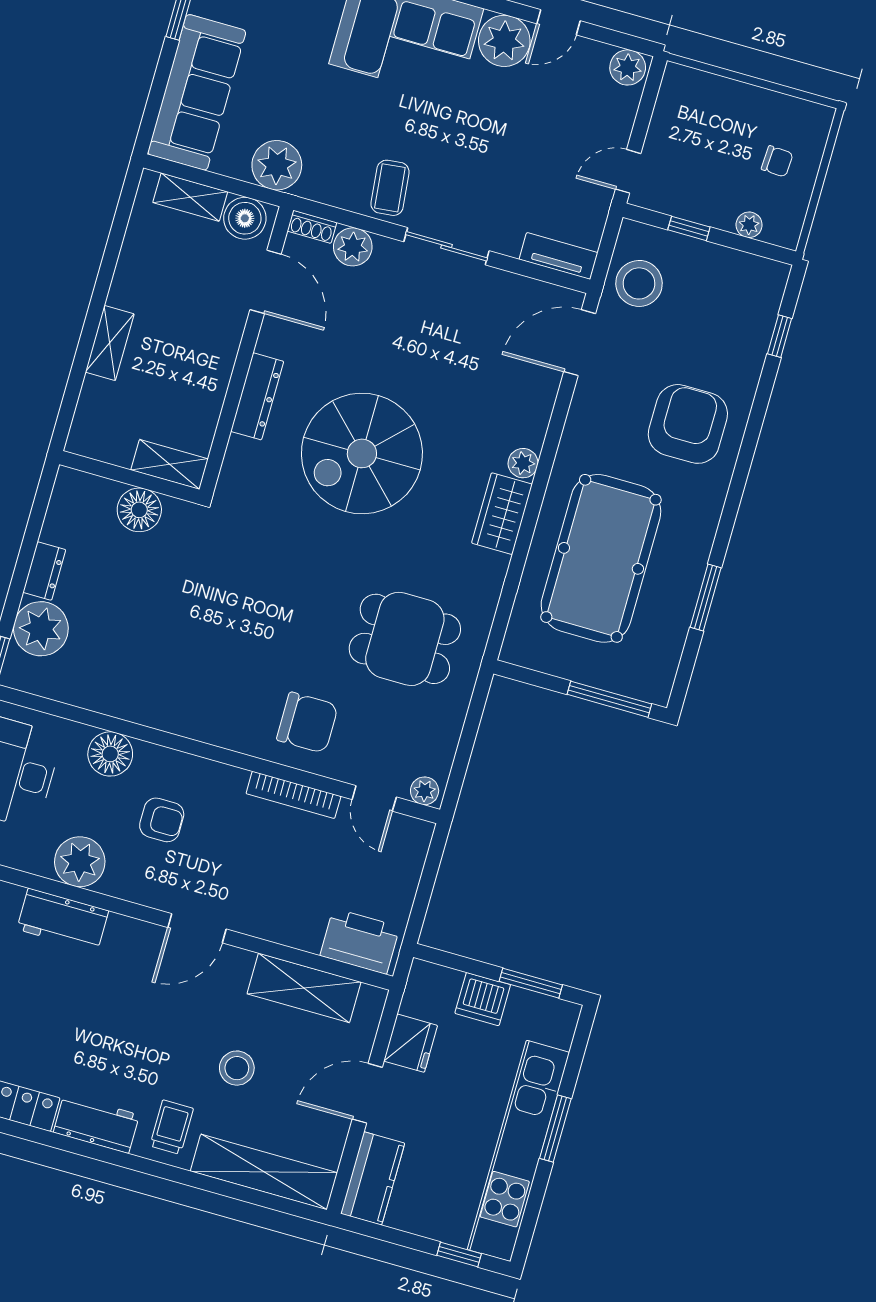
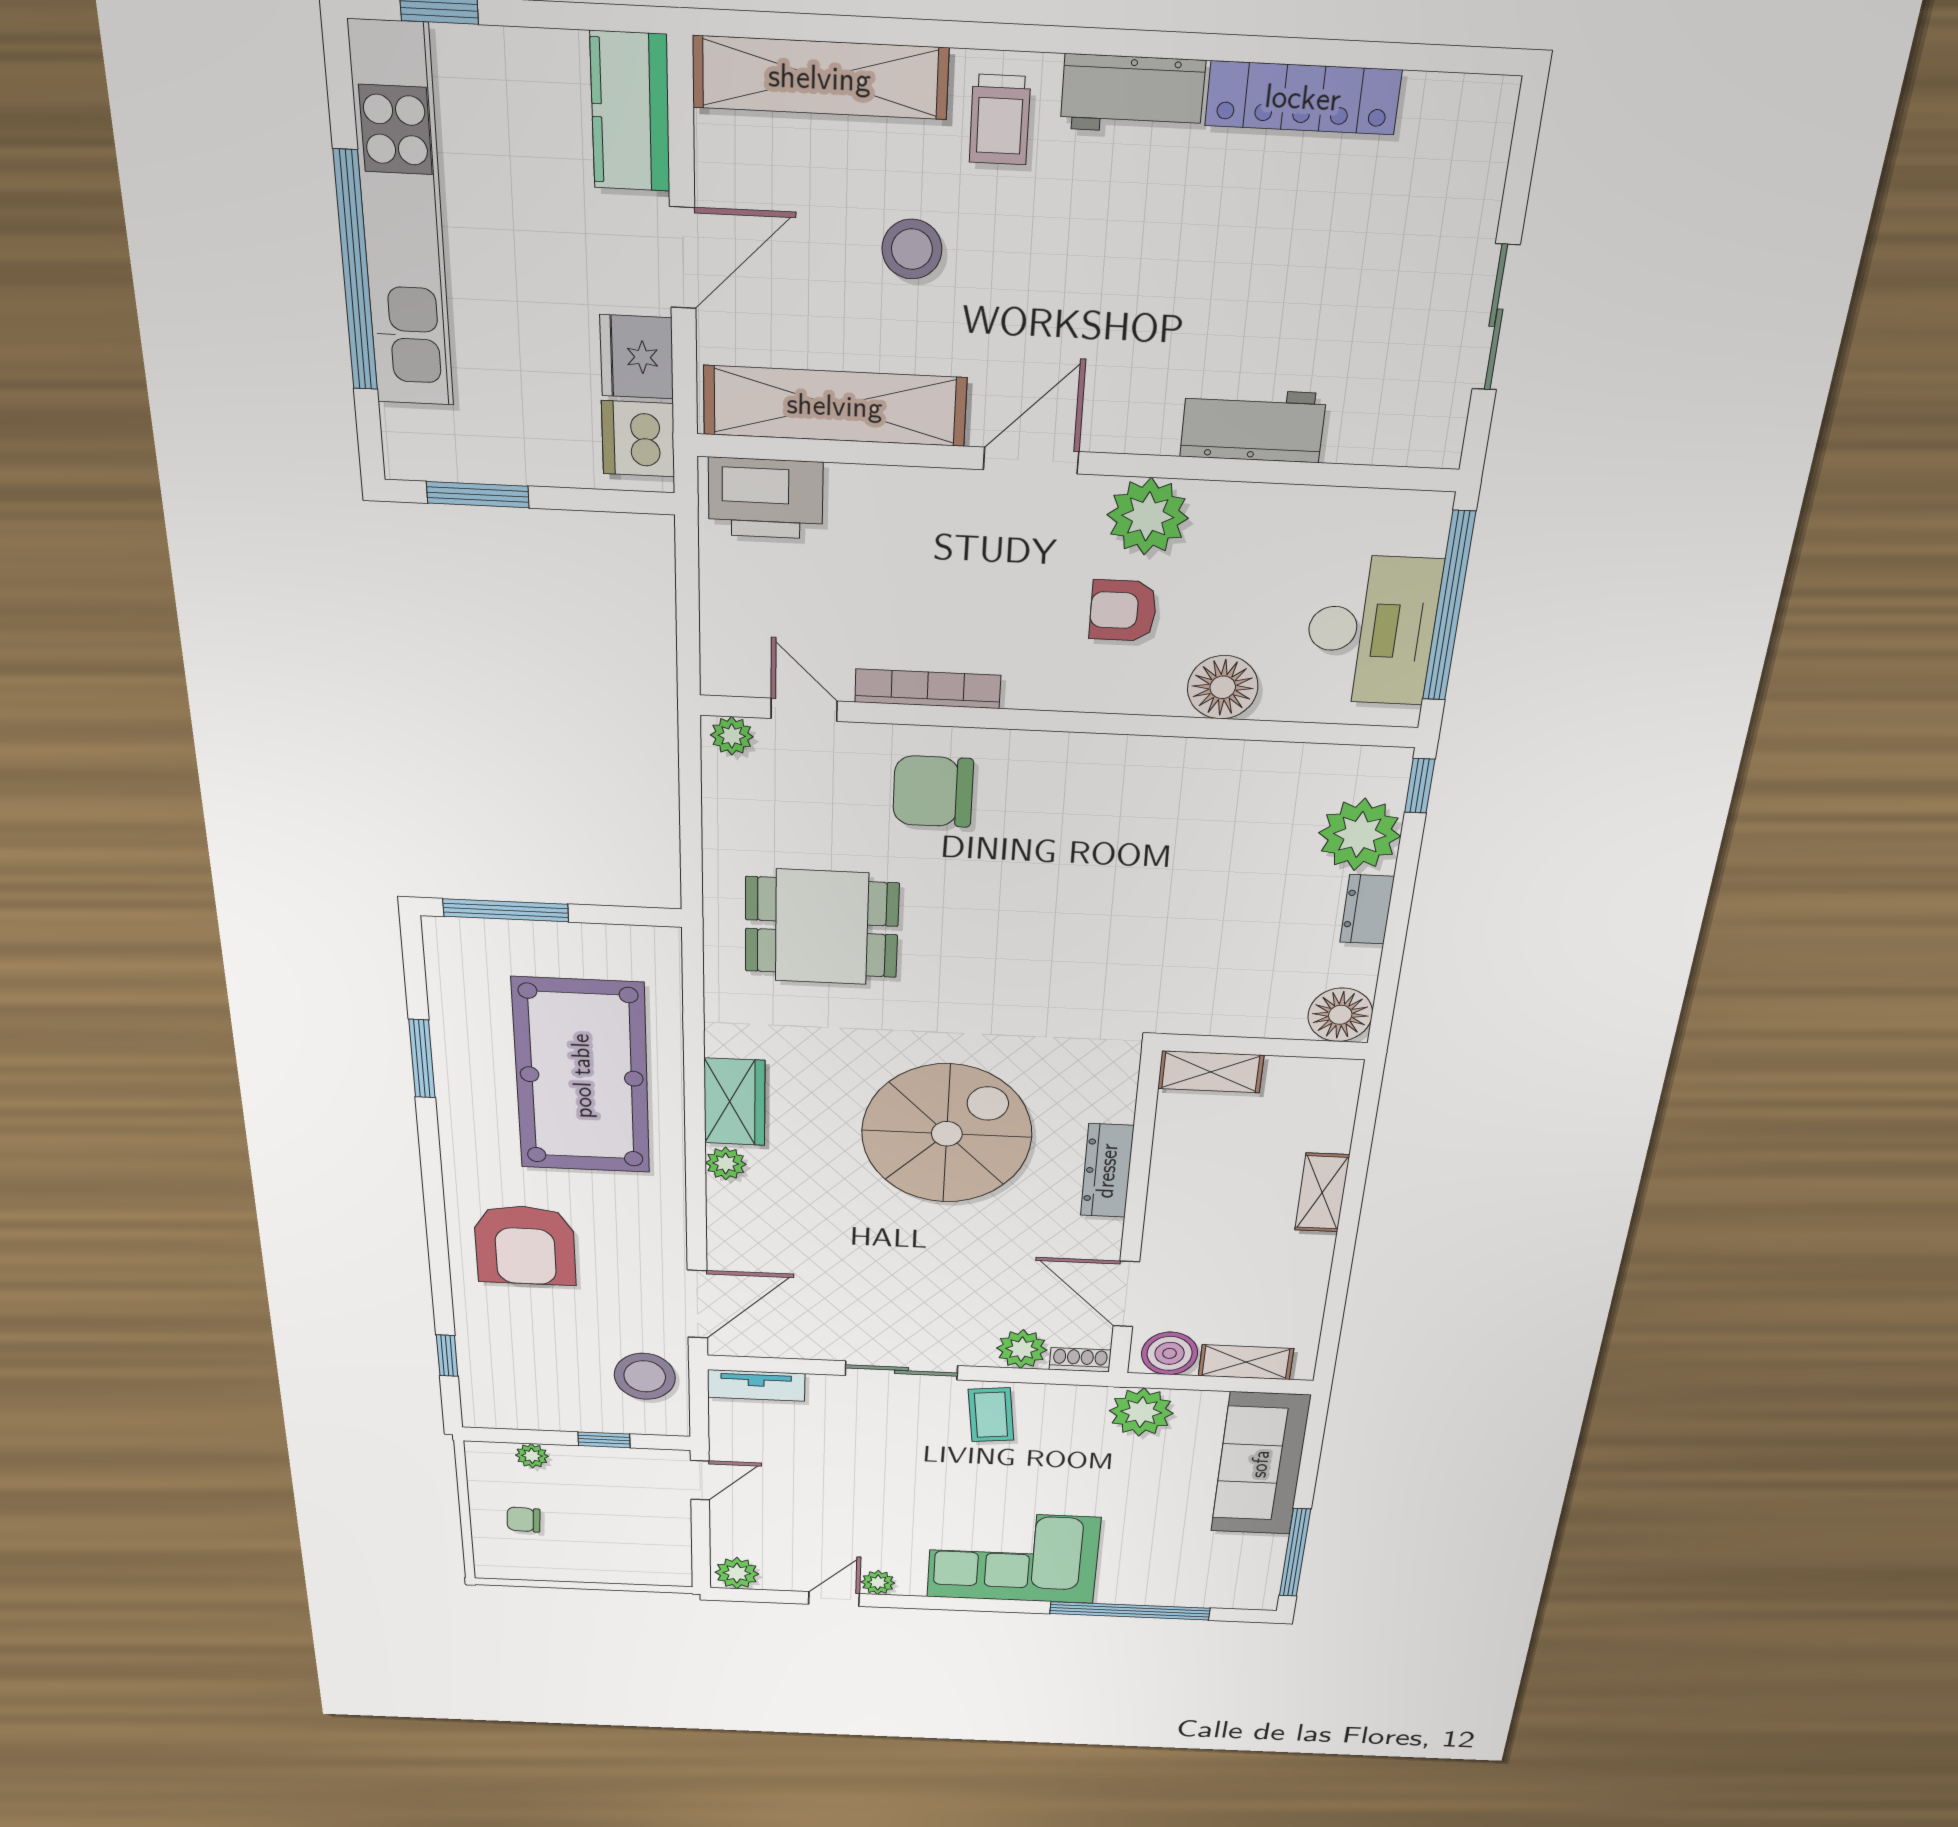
plant: (504, 41) -> (878, 1582), width x0.53, depth x0.53
floor lamp: (139, 510) -> (1340, 1015), moved
plant: (80, 862) -> (1148, 516), moved
shelving: (304, 988) -> (835, 406), width x1.47
dishwasher: (483, 999) -> (638, 439), moved, turned -90
window: (555, 1128) -> (356, 272), width x2.11

